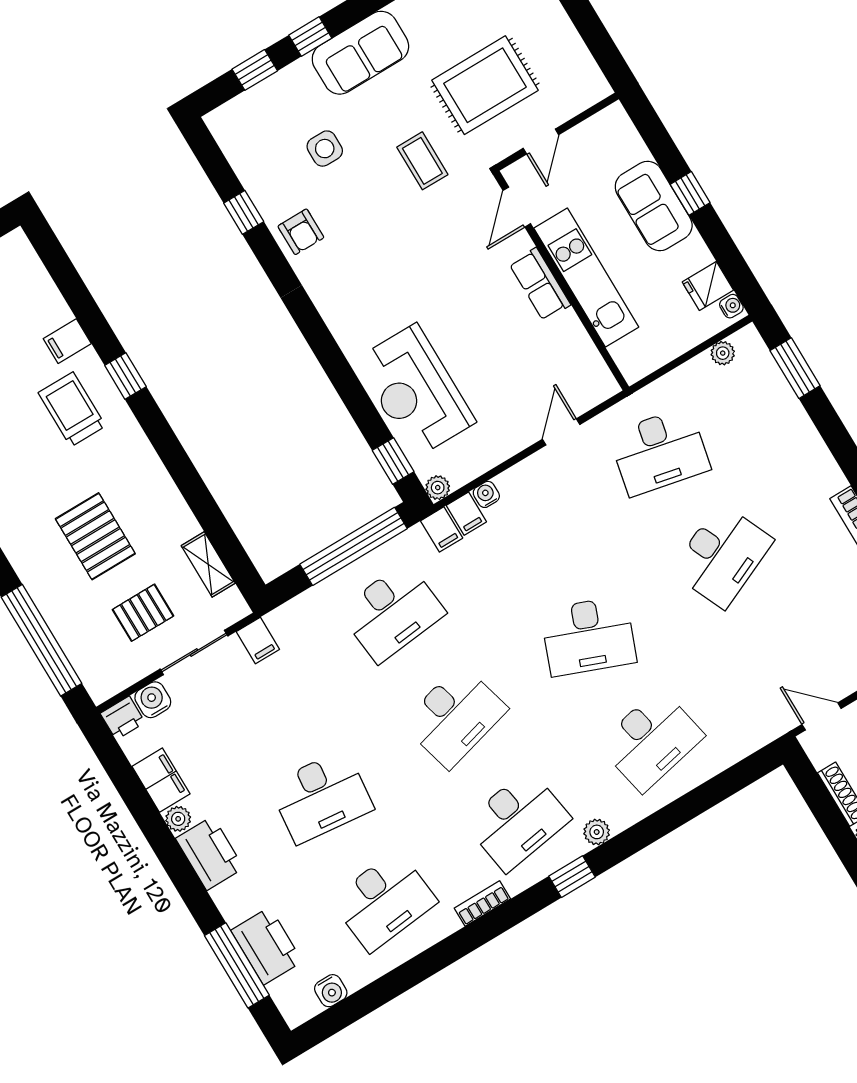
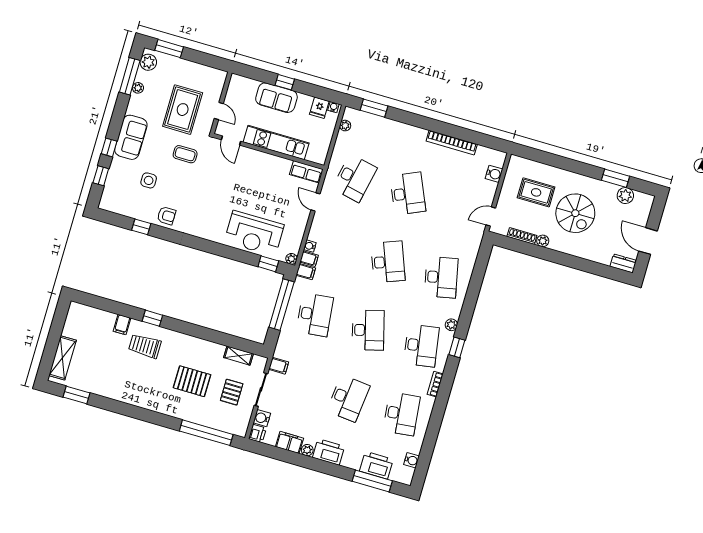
row of seats: (540, 284) -> (306, 172), moved
desk: (588, 636) -> (388, 262), turned -42

